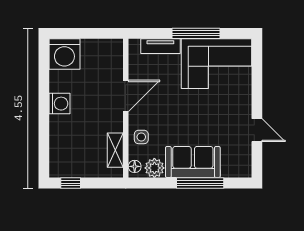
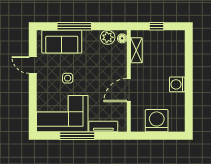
washing machine: (64, 54) -> (157, 121), moved
side table: (141, 137) -> (68, 78), moved
sofa: (193, 162) -> (62, 42), moved
window: (71, 183) -> (157, 26), moved

